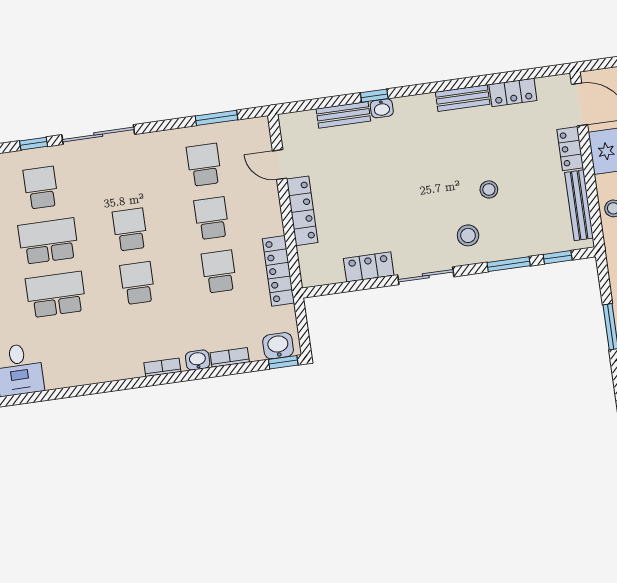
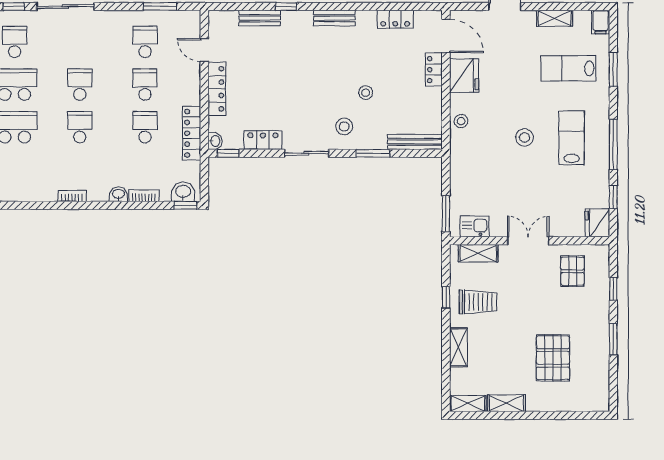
bench: (463, 98) -> (335, 18), moved
washbasin: (382, 108) -> (215, 141), moved, turned -90
bench: (579, 205) -> (415, 142), moved, turned 90
window: (558, 257) -> (228, 153), moved
bookcase: (162, 367) -> (72, 196), moved

